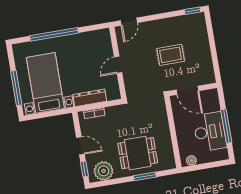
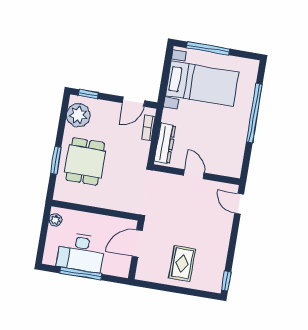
rug: (171, 55) -> (182, 263), moved
dresser: (90, 98) -> (165, 143), moved
door: (80, 146) -> (134, 102), moved

